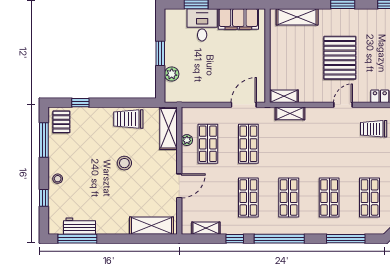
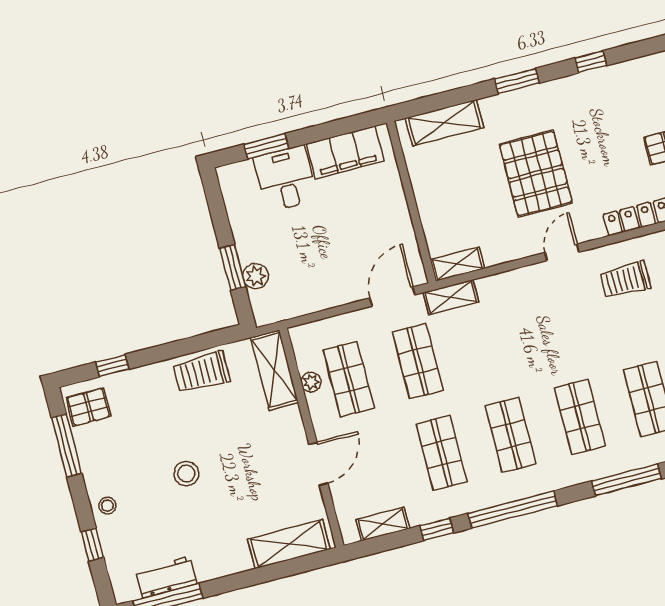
window: (160, 53) -> (233, 267), moved
shelving: (290, 113) -> (451, 297), moved
pallet: (61, 122) -> (88, 407), turned 90
stool: (124, 163) -> (186, 474), moved

